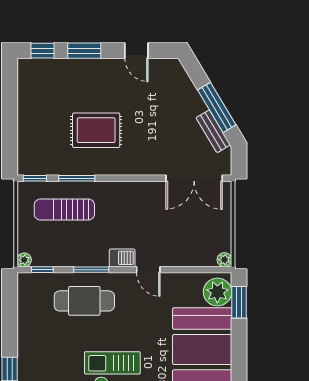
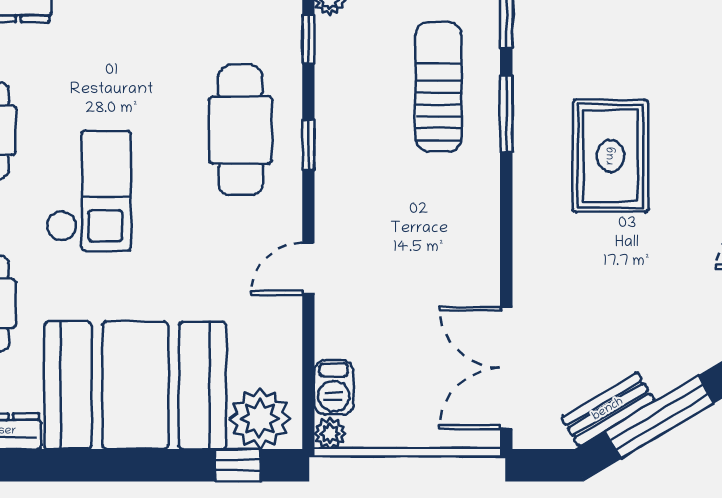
barbecue: (122, 258) -> (334, 387), moved
window: (91, 270) -> (308, 145), width x0.67
window: (239, 302) -> (238, 465), width x0.67

